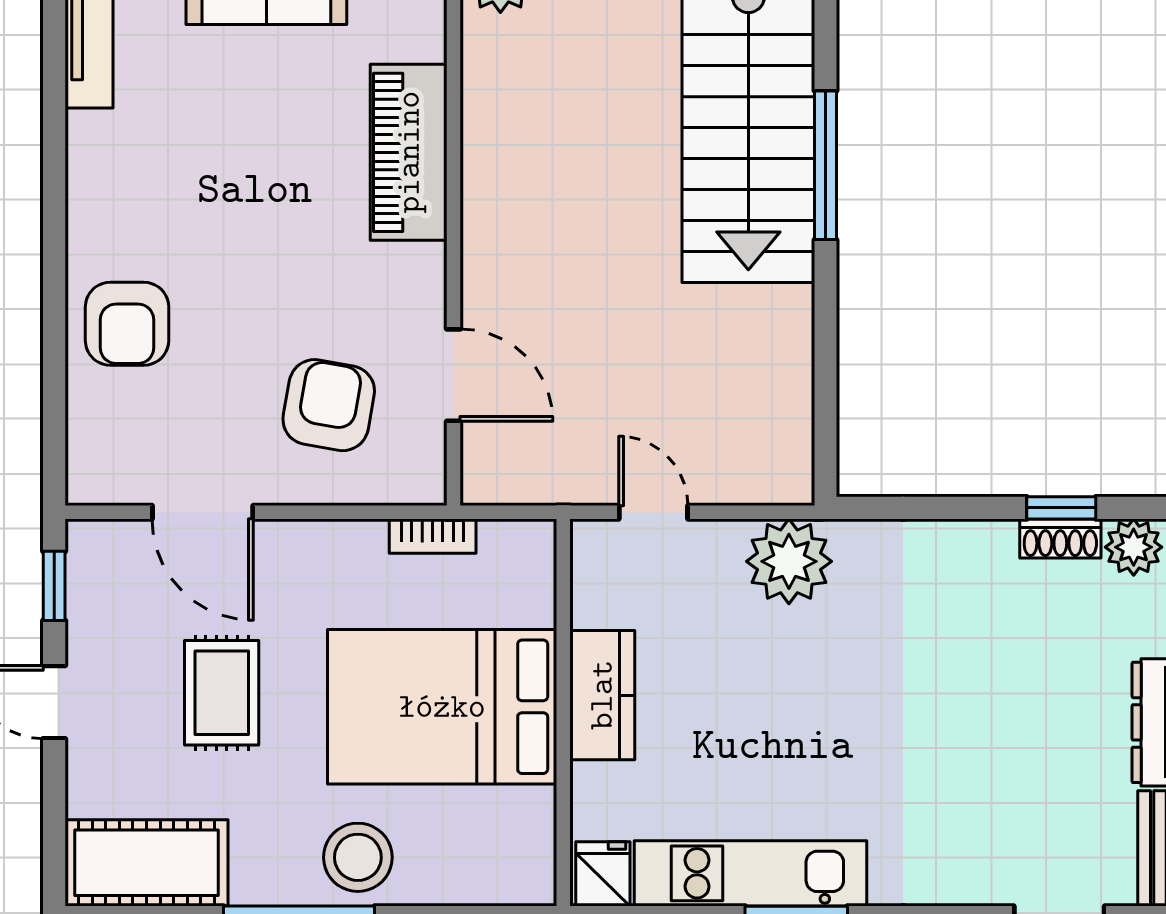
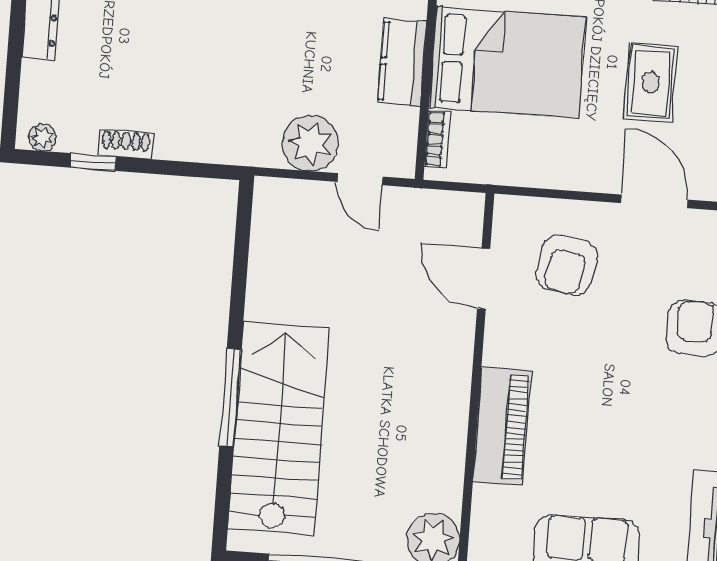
bookcase: (433, 536) -> (438, 139), moved, turned 90
shoe rack: (1060, 538) -> (126, 144), moved
plant: (1134, 547) -> (42, 137), width x0.73, depth x0.73
plant: (789, 561) -> (310, 143), moved

